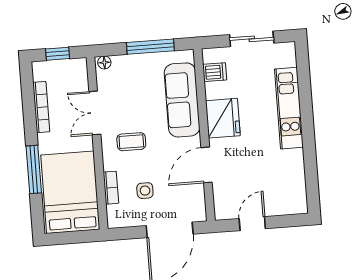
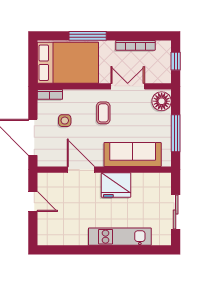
floor lamp: (104, 63) -> (162, 101), width x1.89, depth x1.89
dishwasher: (215, 72) -> (152, 181), removed
bookcase: (111, 188) -> (50, 94), moved

